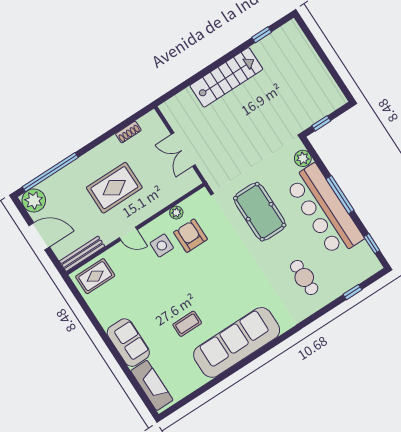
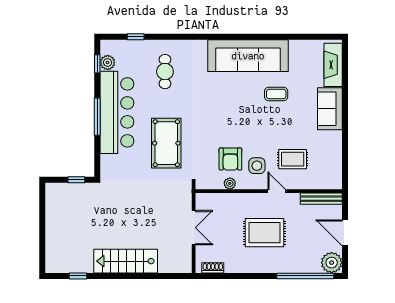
shoe rack: (128, 132) -> (213, 268), moved
plant: (303, 158) -> (108, 62), moved
rug: (95, 276) -> (293, 159), moved

